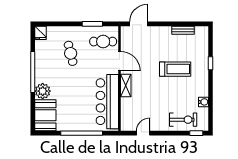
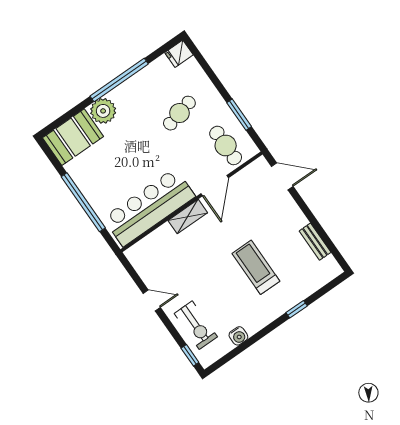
treadmill: (175, 69) -> (256, 267), turned 180
door: (143, 133) -> (152, 300), moved

